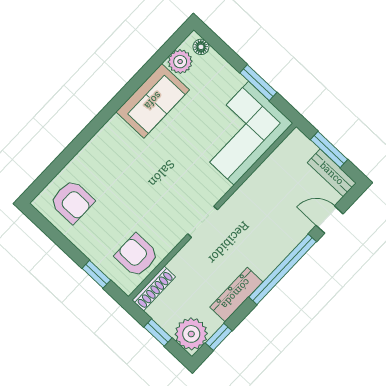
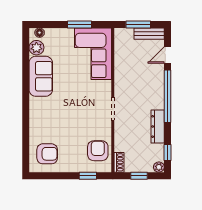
armchair: (137, 255) -> (98, 151), turned 90
shoe rack: (154, 289) -> (119, 162), width x0.70
plant: (191, 334) -> (159, 167), width x0.53, depth x0.53

